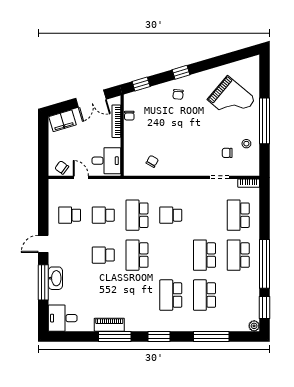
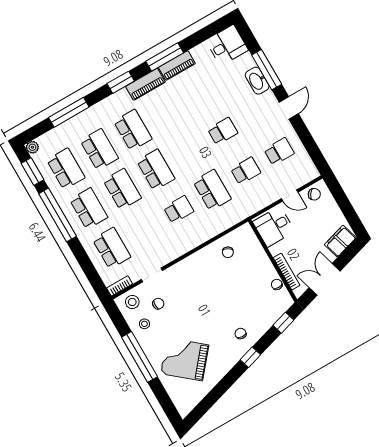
stool: (246, 165) -> (132, 302), added
school desk: (137, 255) -> (156, 170), moved
school desk: (238, 295) -> (66, 169), added
piano: (141, 324) -> (145, 84), added

